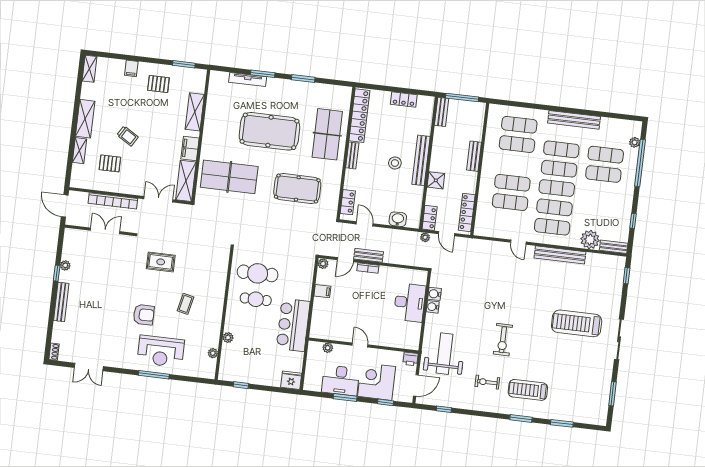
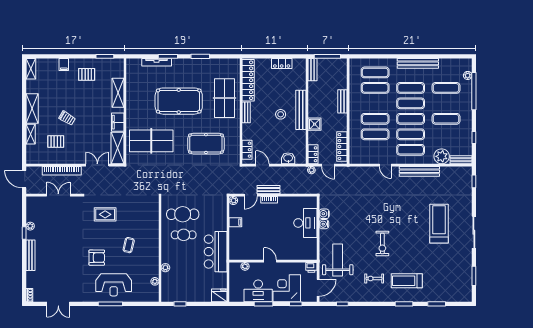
exercise mat: (603, 174) -> (446, 119), moved
treadmill: (577, 323) -> (439, 224), turned 90

